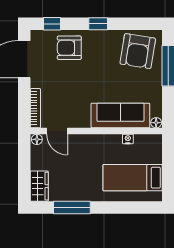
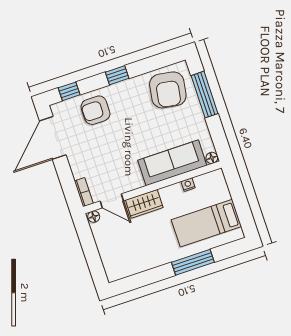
bookcase: (35, 108) -> (84, 192), width x0.64
wardrobe: (39, 186) -> (144, 204), moved, turned 90
window: (72, 208) -> (193, 262), moved

